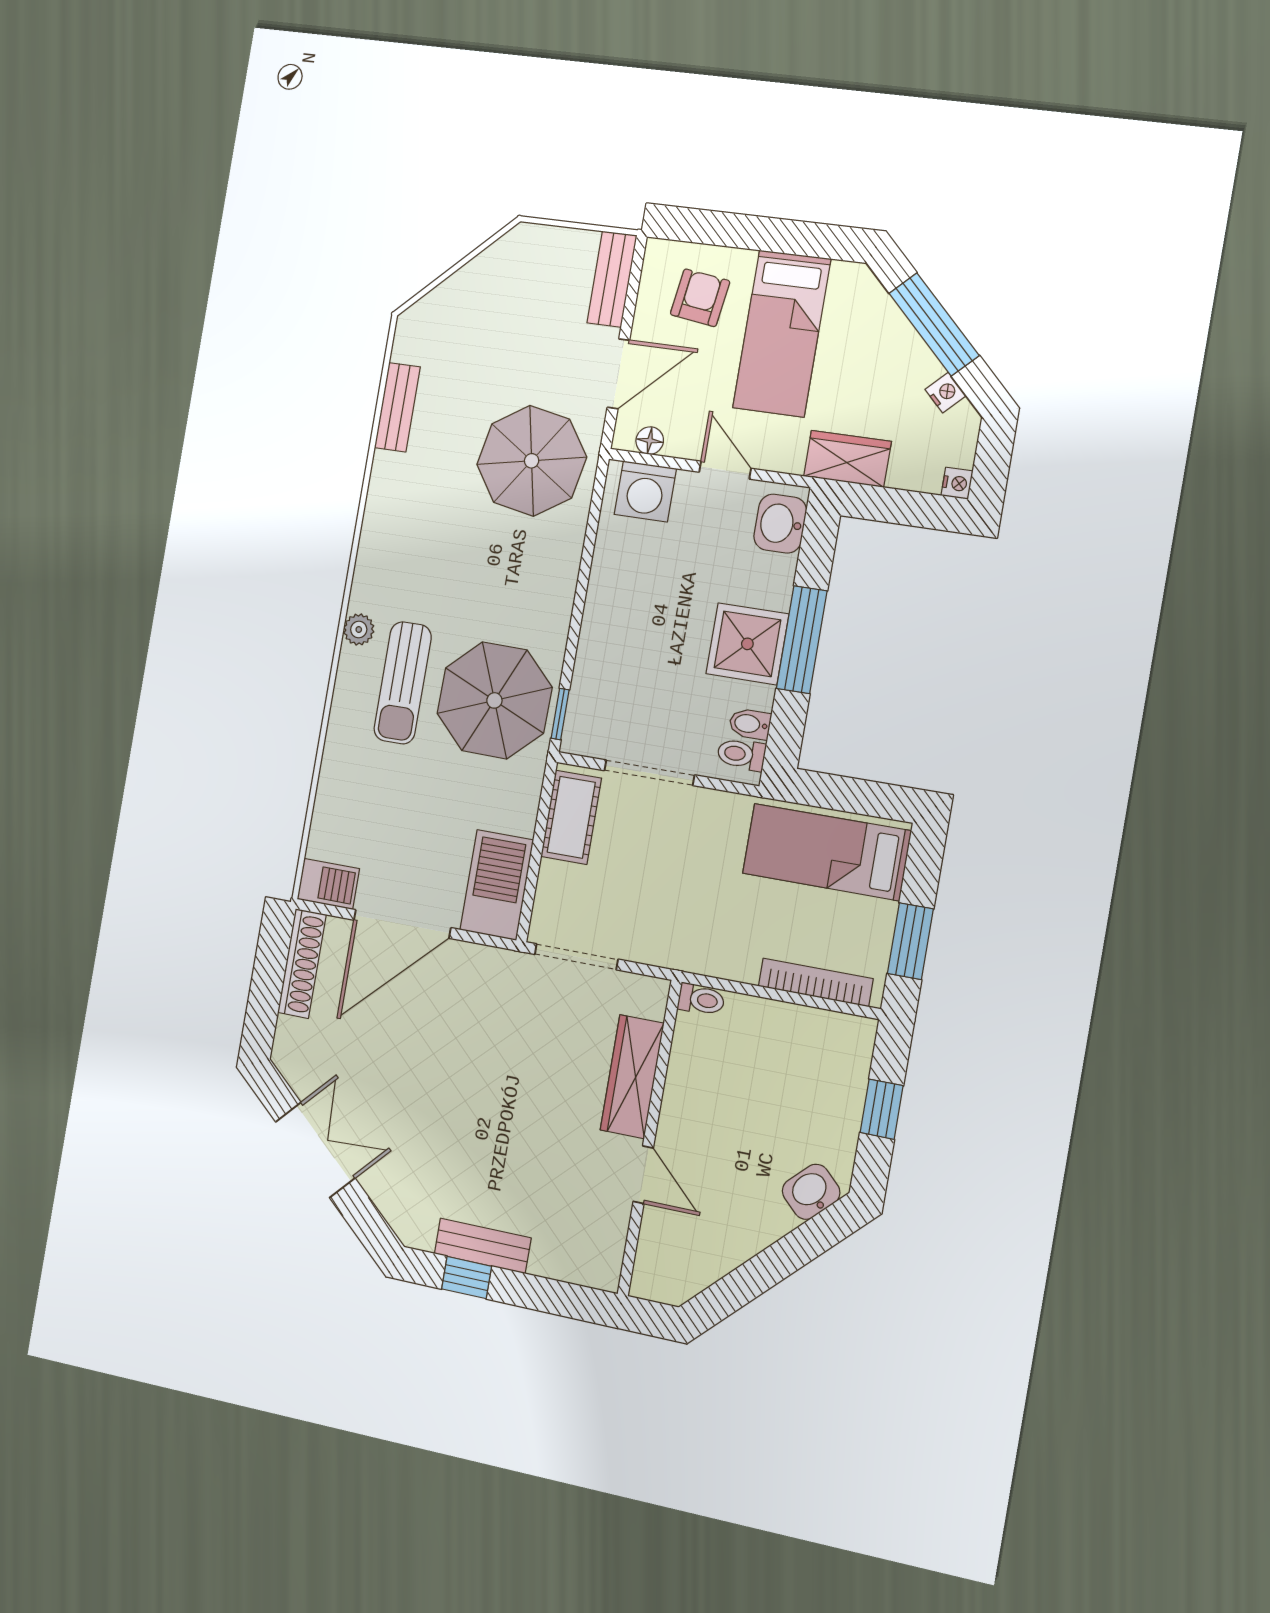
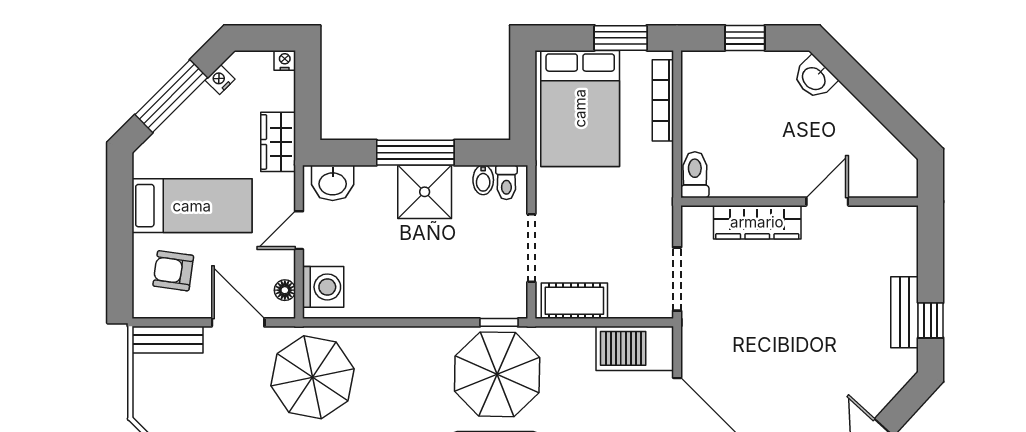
bed: (827, 852) -> (580, 108), width x1.50
toilet: (701, 1000) -> (695, 175), width x1.37, depth x1.39

